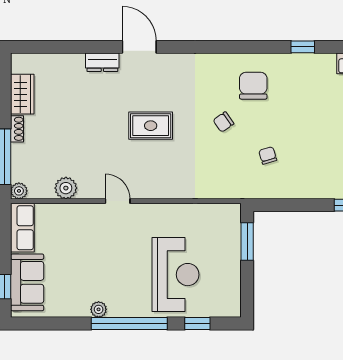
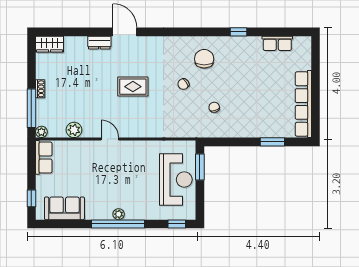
wardrobe: (22, 94) -> (49, 44), moved, turned 90
reception desk: (176, 275) -> (176, 180), moved
sofa: (27, 282) -> (64, 208), moved, turned -90
plant: (99, 309) -> (119, 214), moved
window: (197, 323) -> (177, 224), moved

